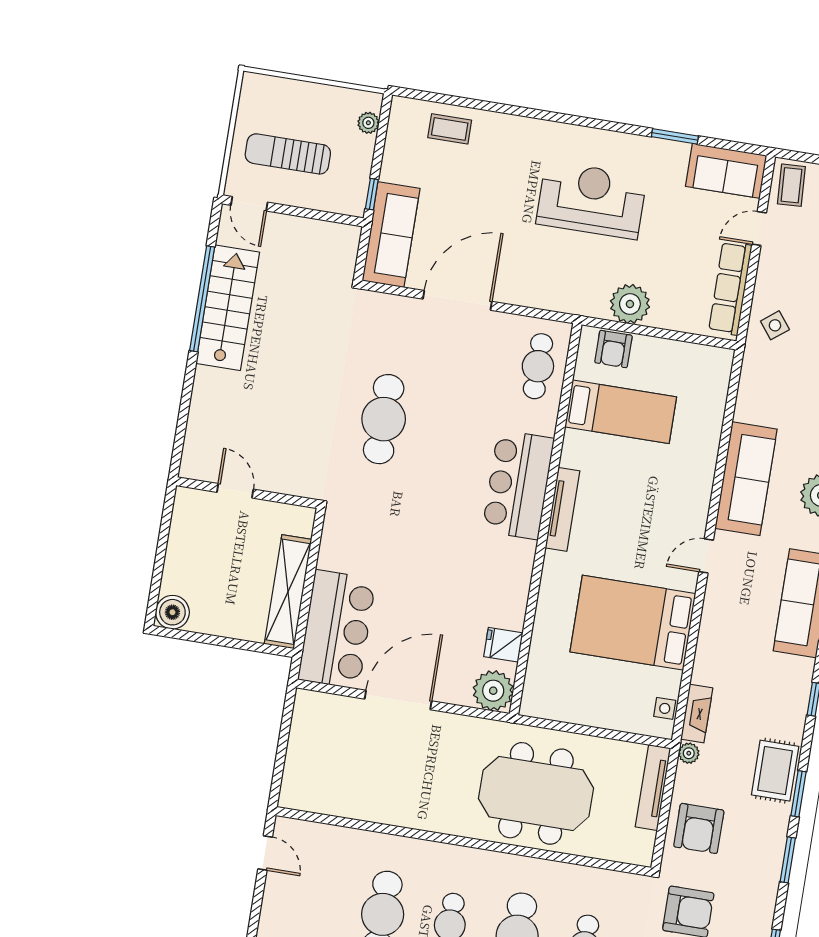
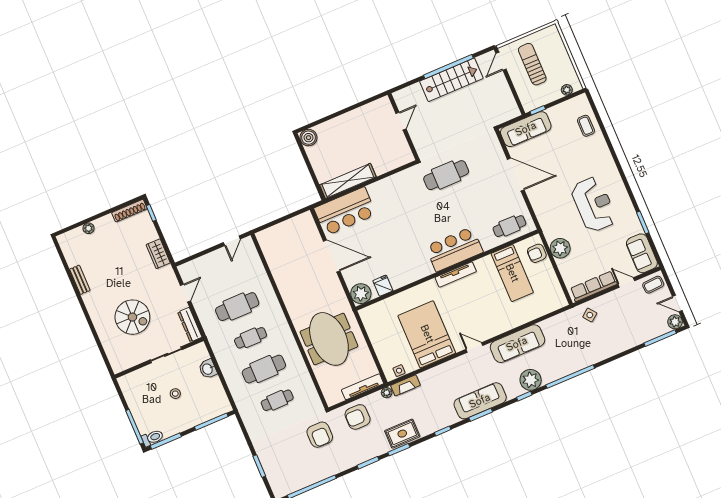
door: (235, 491) -> (401, 121), moved
wall: (247, 493) -> (403, 127), moved

